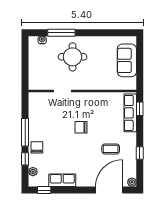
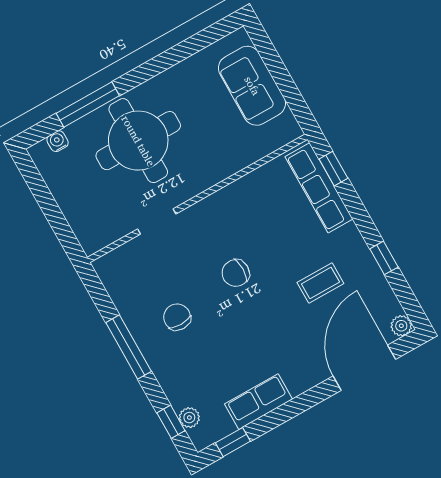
round table: (73, 57) -> (138, 141), width x1.36, depth x1.36
chair: (37, 147) -> (177, 317), moved
window: (25, 159) -> (171, 422), moved

